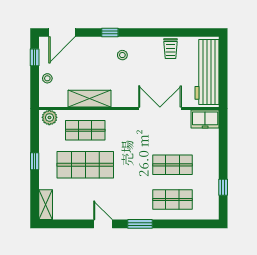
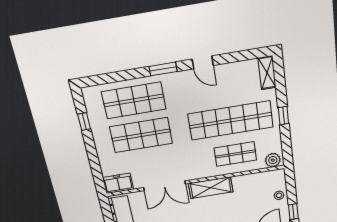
shelving: (89, 99) -> (211, 188), moved
shop shelf: (85, 165) -> (231, 120), width x1.40
shop shelf: (172, 165) -> (141, 135), width x1.43, depth x1.36
shop shelf: (172, 199) -> (134, 100), width x1.43, depth x1.36

